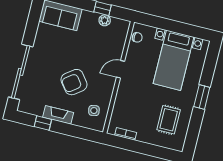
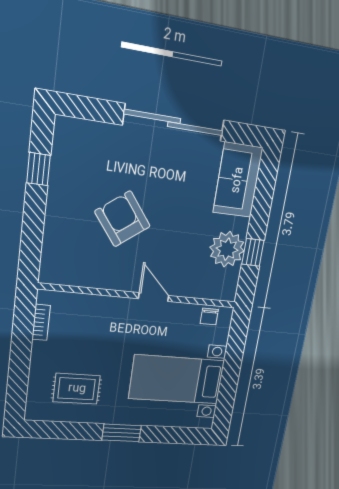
plant: (105, 20) -> (227, 249), width x1.88, depth x1.88
sliding door: (21, 72) -> (174, 123), moved
side table: (94, 111) -> (75, 261), removed
fireplace: (58, 115) -> (58, 197), removed

